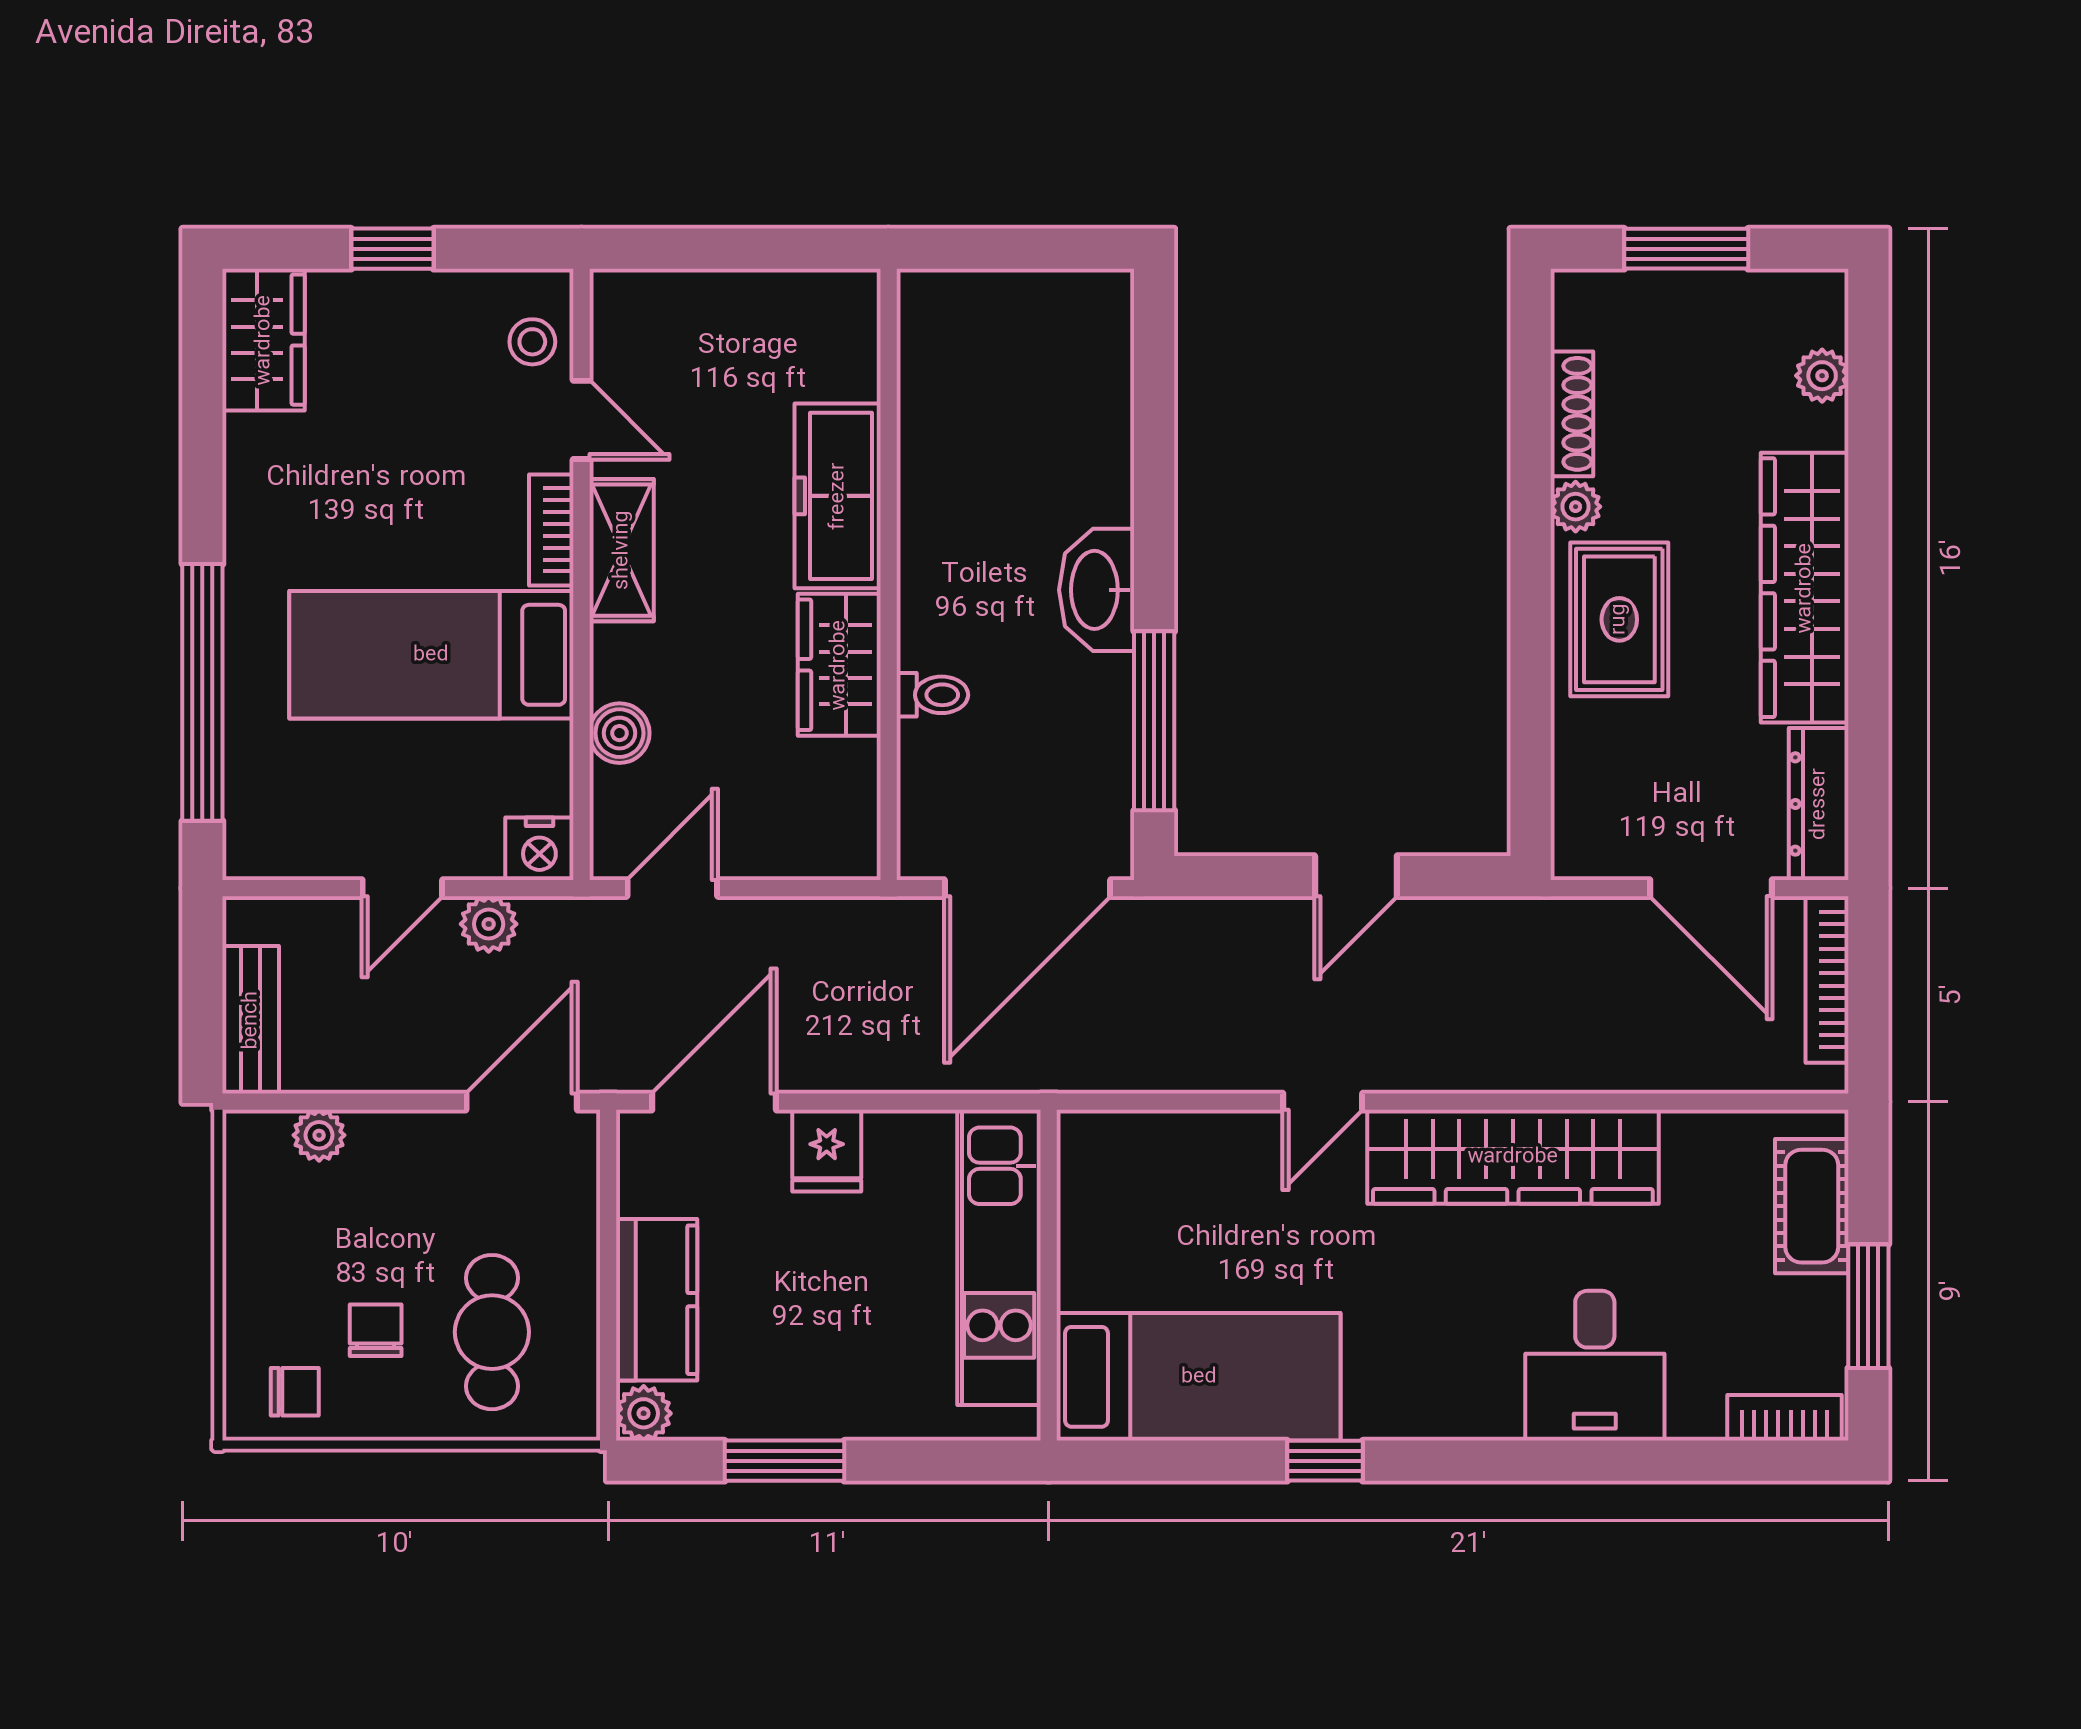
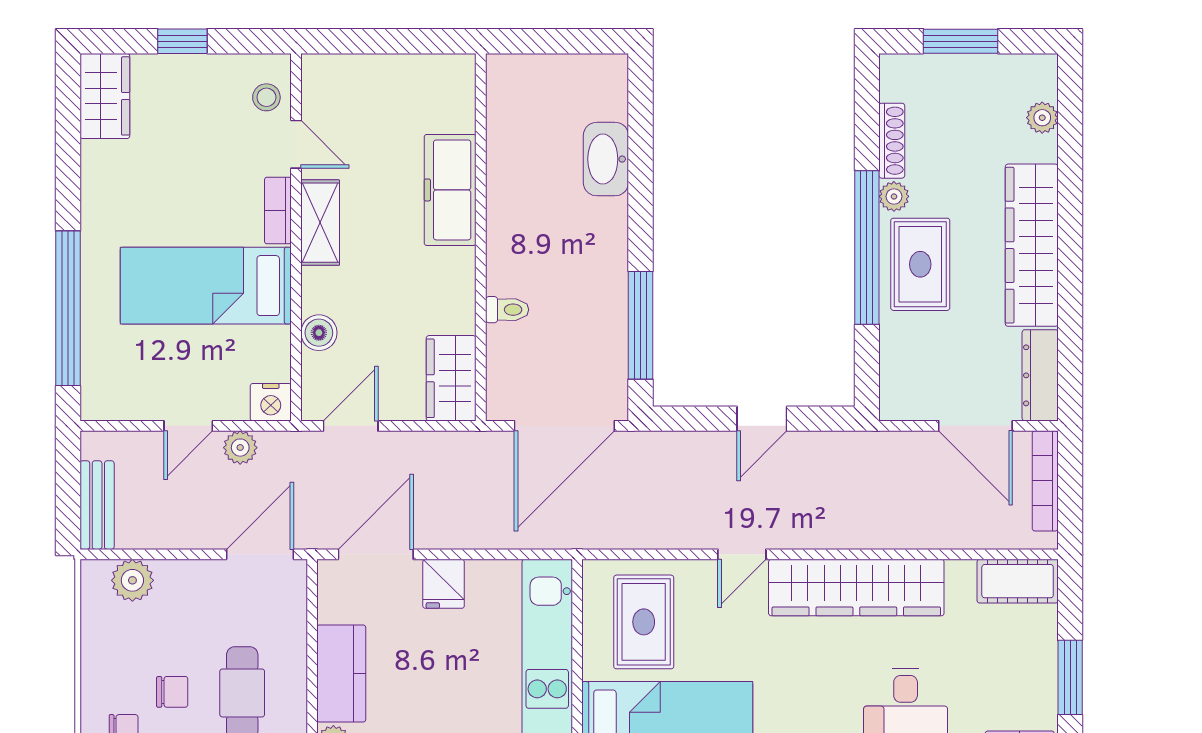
washbasin: (1097, 590) -> (606, 159), moved
window: (1531, 591) -> (867, 247), added
wardrobe: (839, 665) -> (451, 378), moved
plant: (319, 1135) -> (132, 580), width x1.38, depth x1.38
cot: (1812, 1206) -> (1018, 581), moved, turned 90
rug: (1159, 1214) -> (644, 622), added
chair: (376, 1330) -> (172, 692), turned 90

